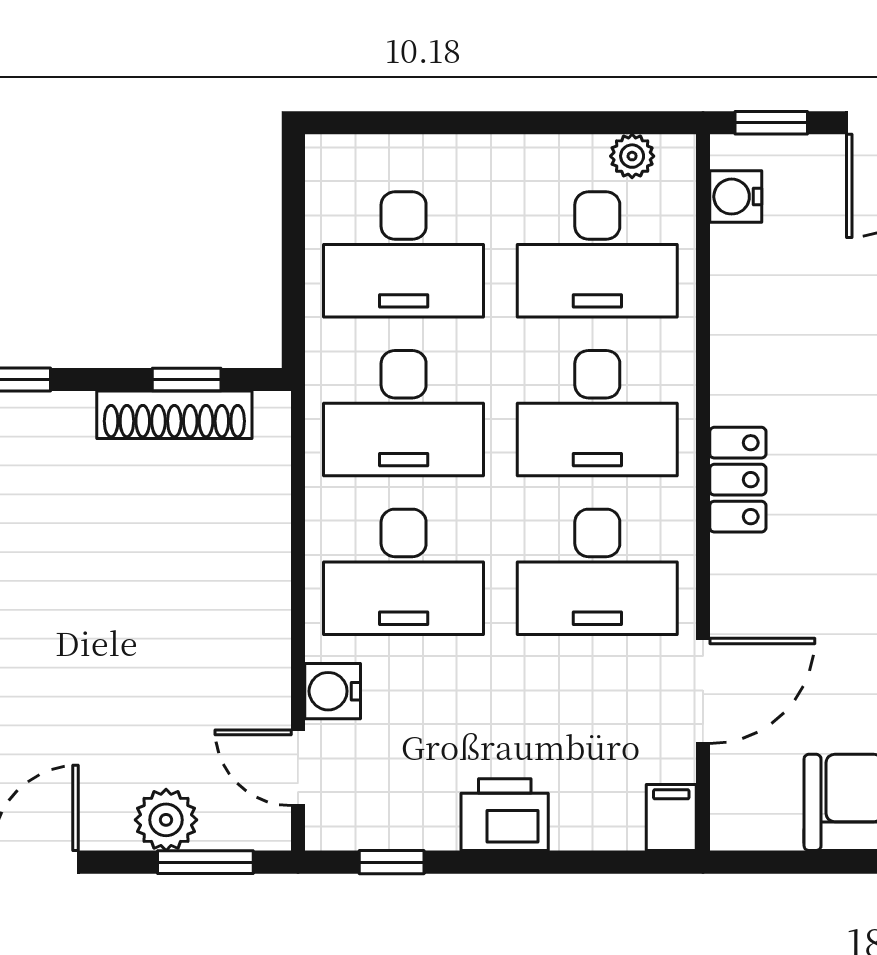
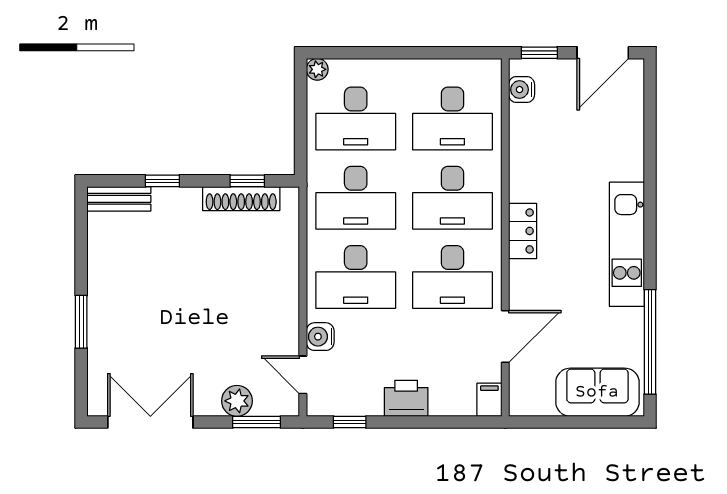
plant: (632, 156) -> (317, 69), moved

